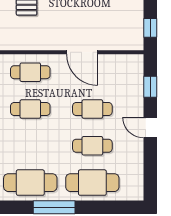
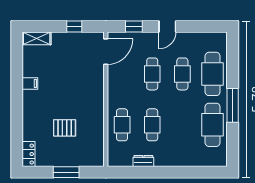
window: (150, 28) -> (74, 27), moved
door: (82, 52) -> (106, 52), moved

